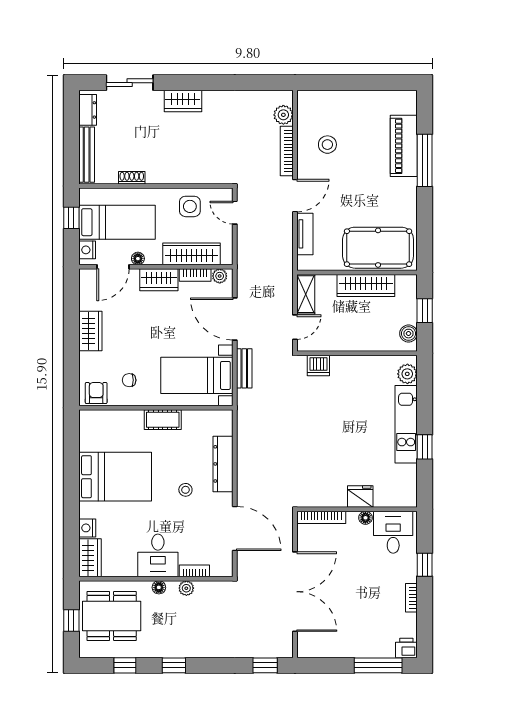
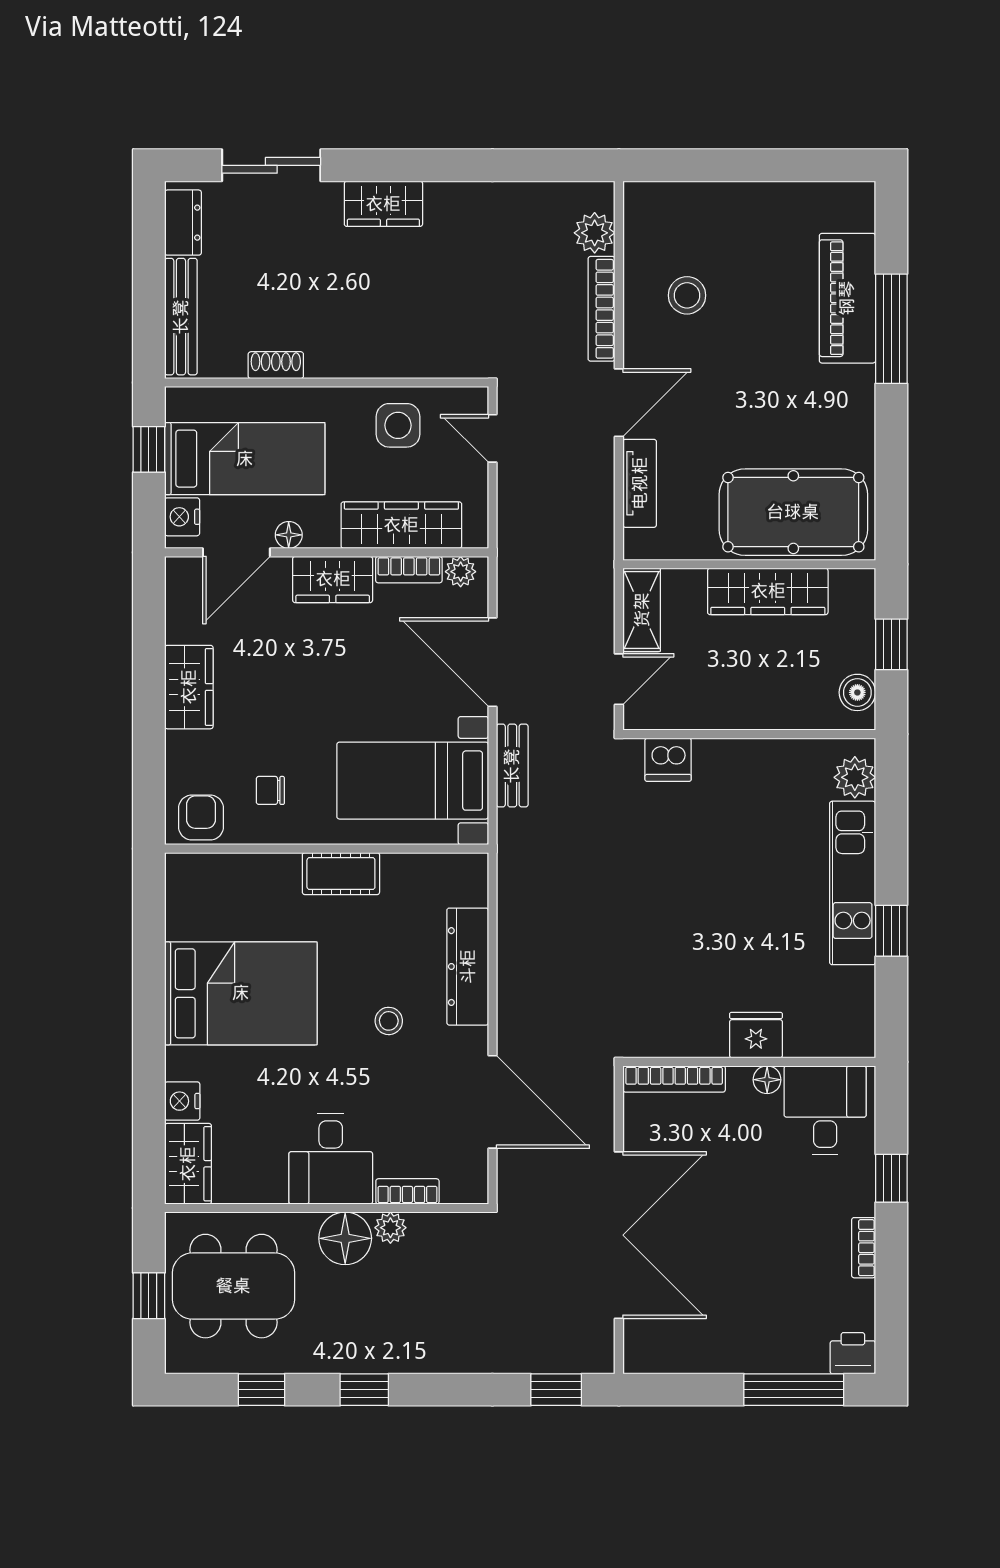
floor lamp: (159, 587) -> (345, 1238), width x1.89, depth x1.89

